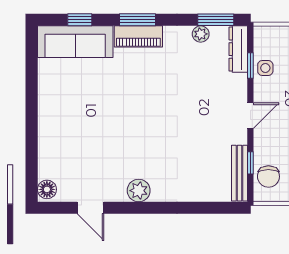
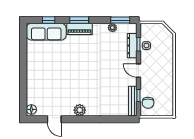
dresser: (238, 49) -> (132, 46), moved
door: (250, 116) -> (138, 71), swing flipped

